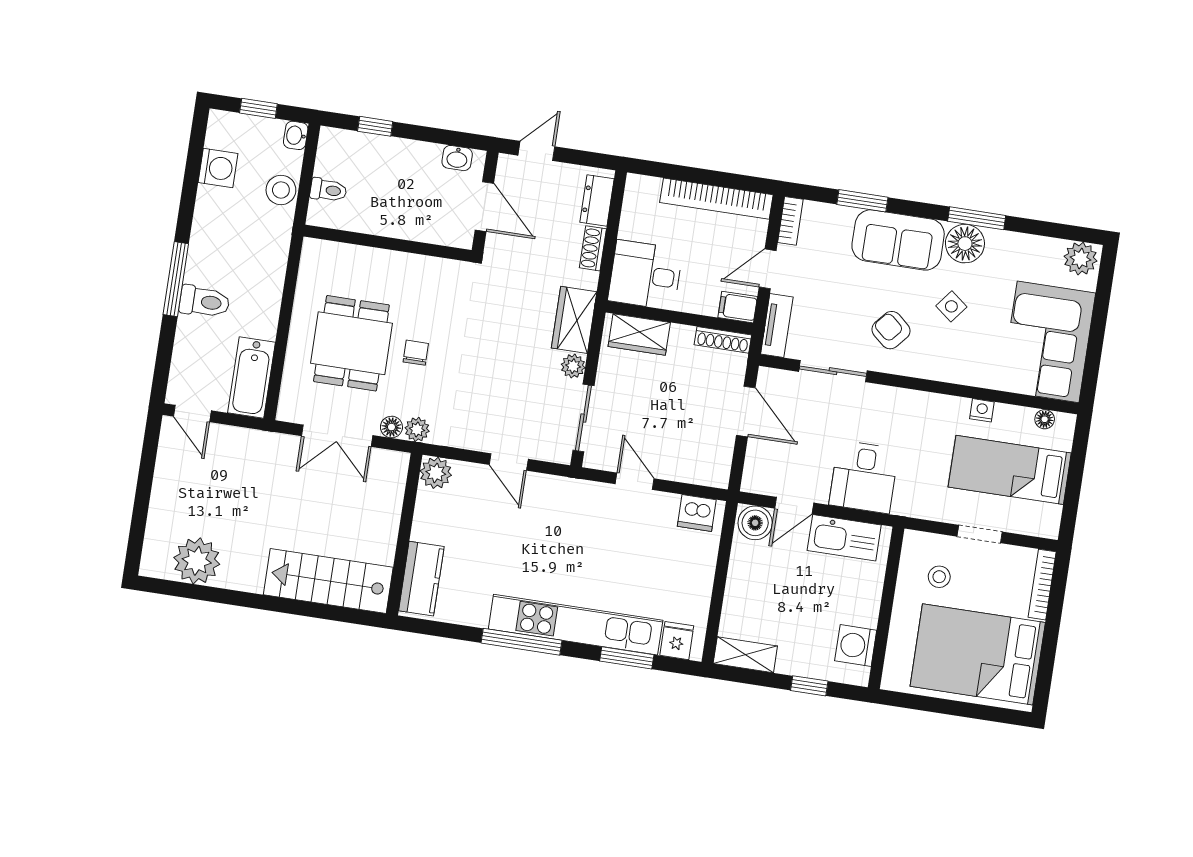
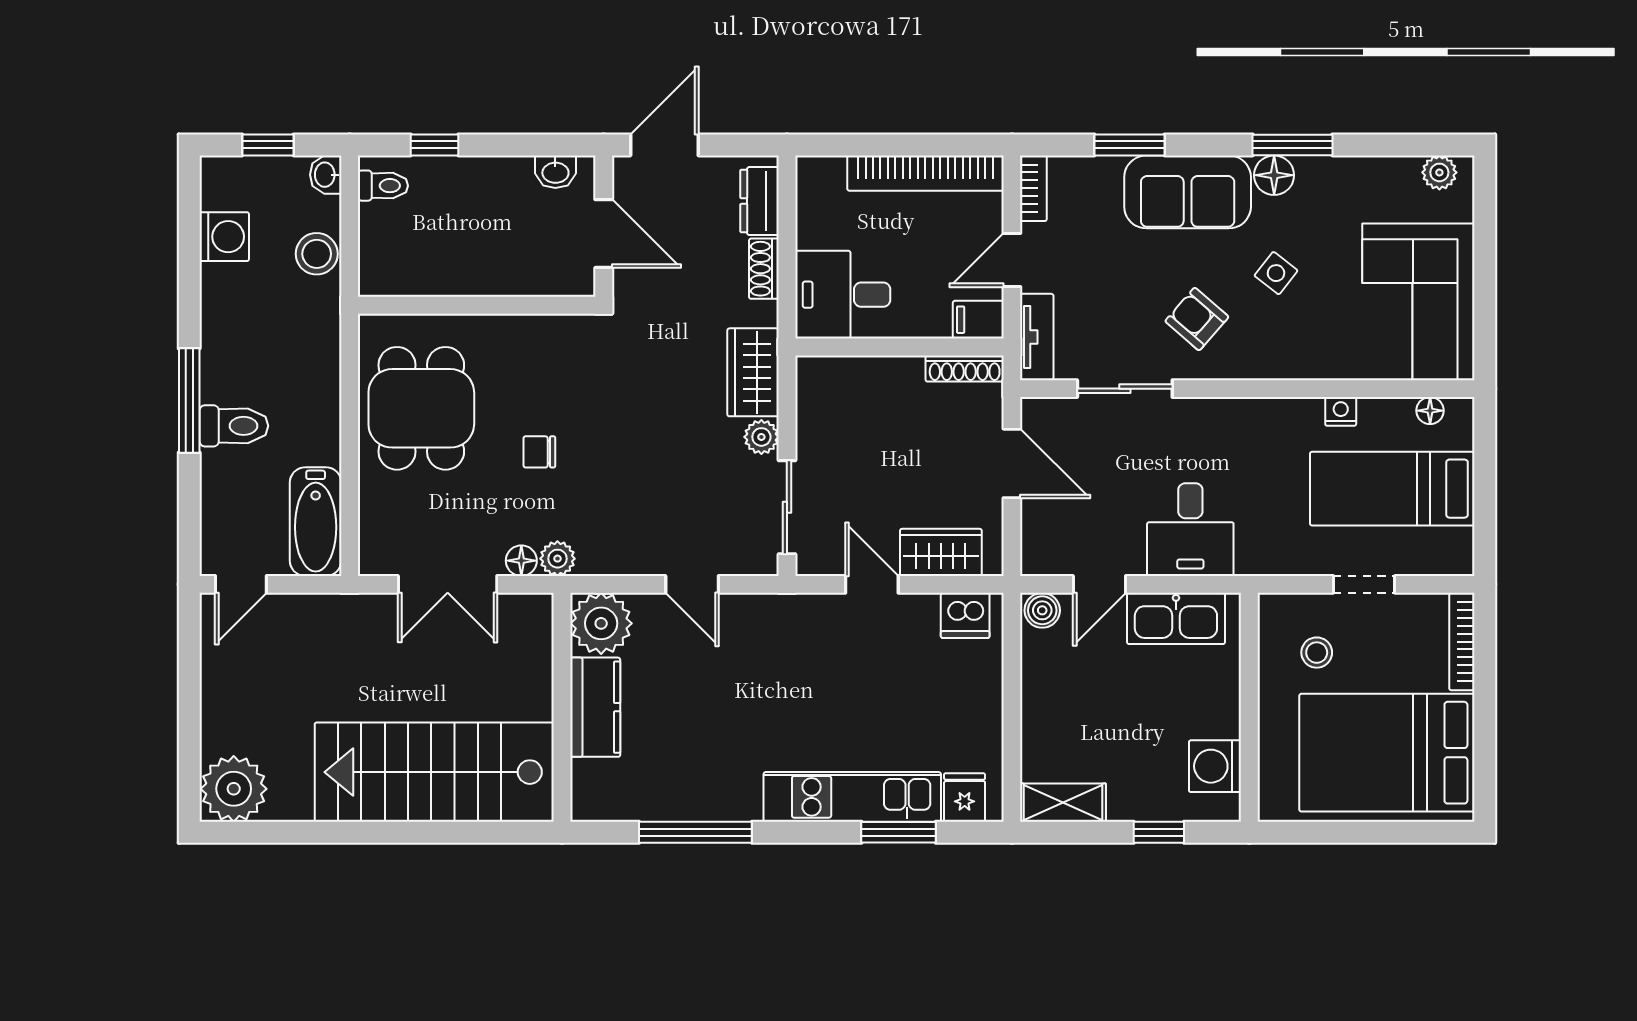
door: (536, 151) -> (664, 145), width x1.37
toilet: (328, 190) -> (383, 186), moved
floor lamp: (965, 244) -> (1274, 175), width x0.73, depth x0.73
plant: (1081, 259) -> (1439, 172), width x0.73, depth x0.73
wardrobe: (639, 335) -> (941, 552), moved, turned 180
dining table: (351, 343) -> (421, 408), moved
chair: (416, 353) -> (539, 452), turned -90
door: (192, 414) -> (241, 584), hinge flipped
plant: (436, 473) -> (601, 623), width x1.36, depth x1.36
boiler: (755, 523) -> (1042, 610), width x0.73, depth x0.73
plant: (197, 561) -> (234, 789), moved
kitchen counter: (421, 579) -> (595, 707), moved
stairs: (328, 581) -> (434, 772), width x1.36, depth x1.51
kitchen unit: (576, 625) -> (852, 797), width x0.73
window: (521, 642) -> (695, 832), moved

